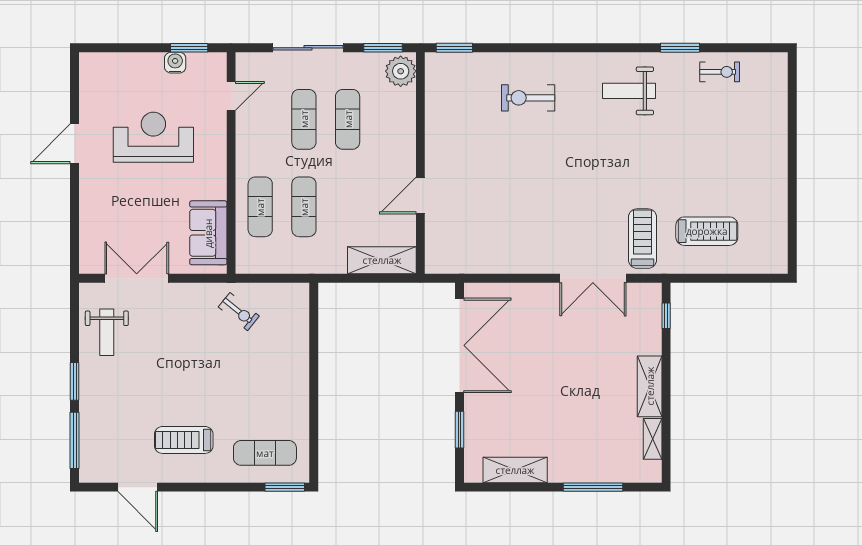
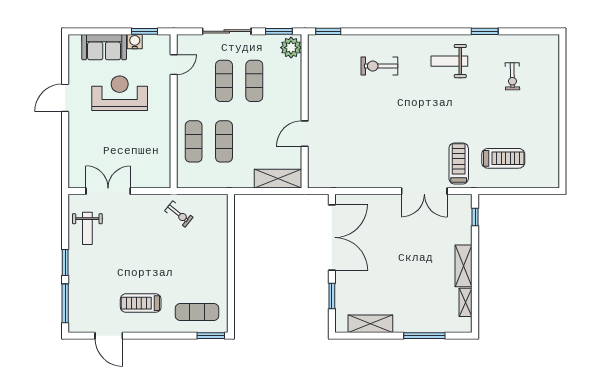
exercise bike: (720, 72) -> (512, 76), moved, turned 89
sofa: (208, 233) -> (104, 47), moved, turned -90

